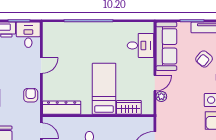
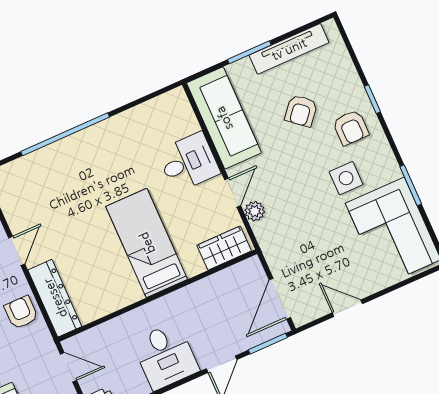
desk: (140, 45) -> (188, 162), moved
wardrobe: (129, 107) -> (224, 248), moved
dresser: (62, 108) -> (55, 298), moved, turned 90

